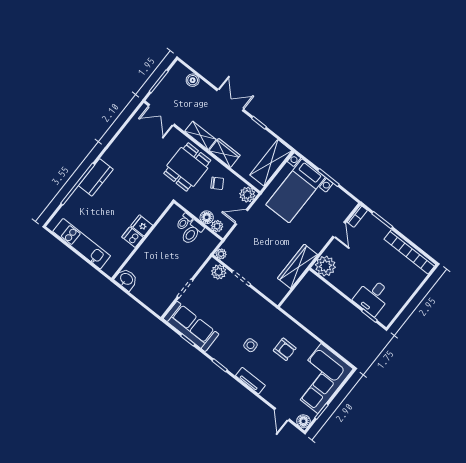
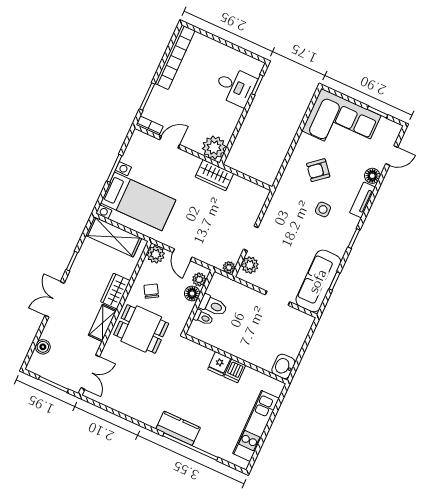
wardrobe: (298, 266) -> (214, 175), width x0.67
armchair: (285, 349) -> (318, 170), turned -130
floor lamp: (303, 421) -> (372, 176), moved

